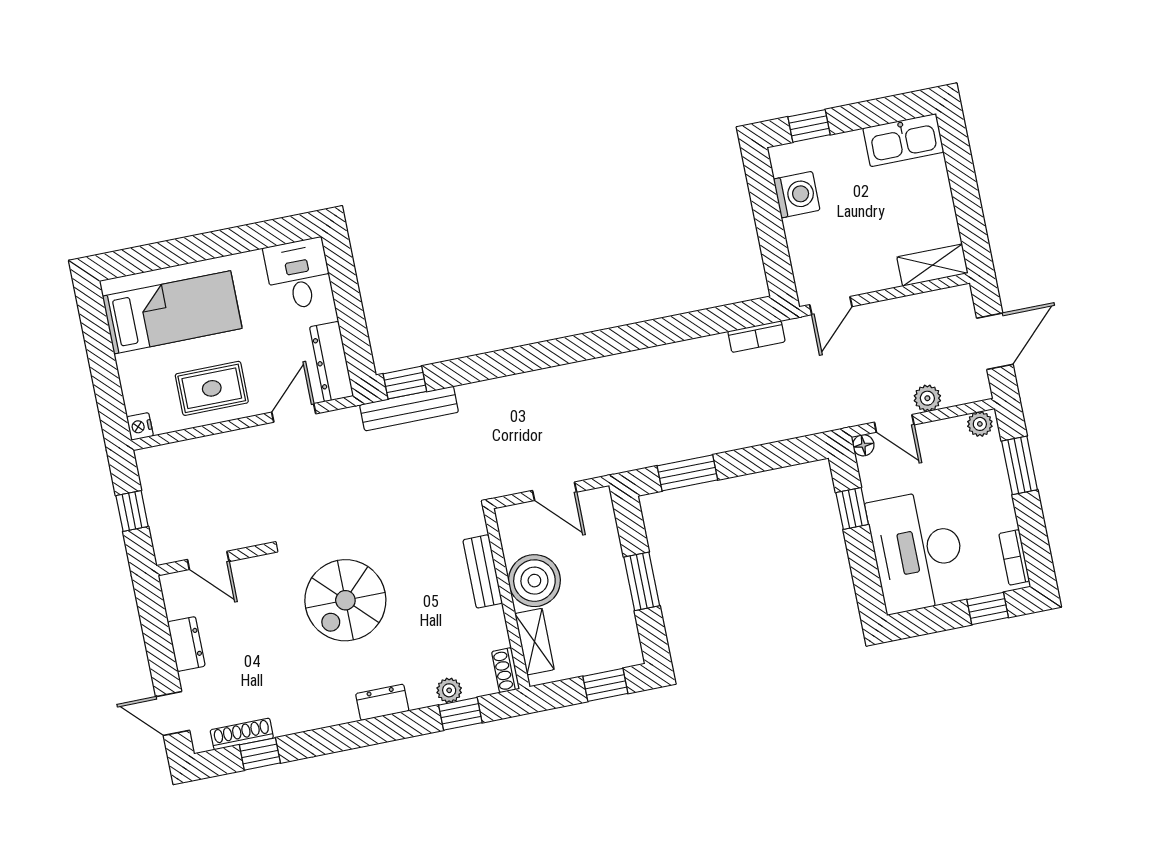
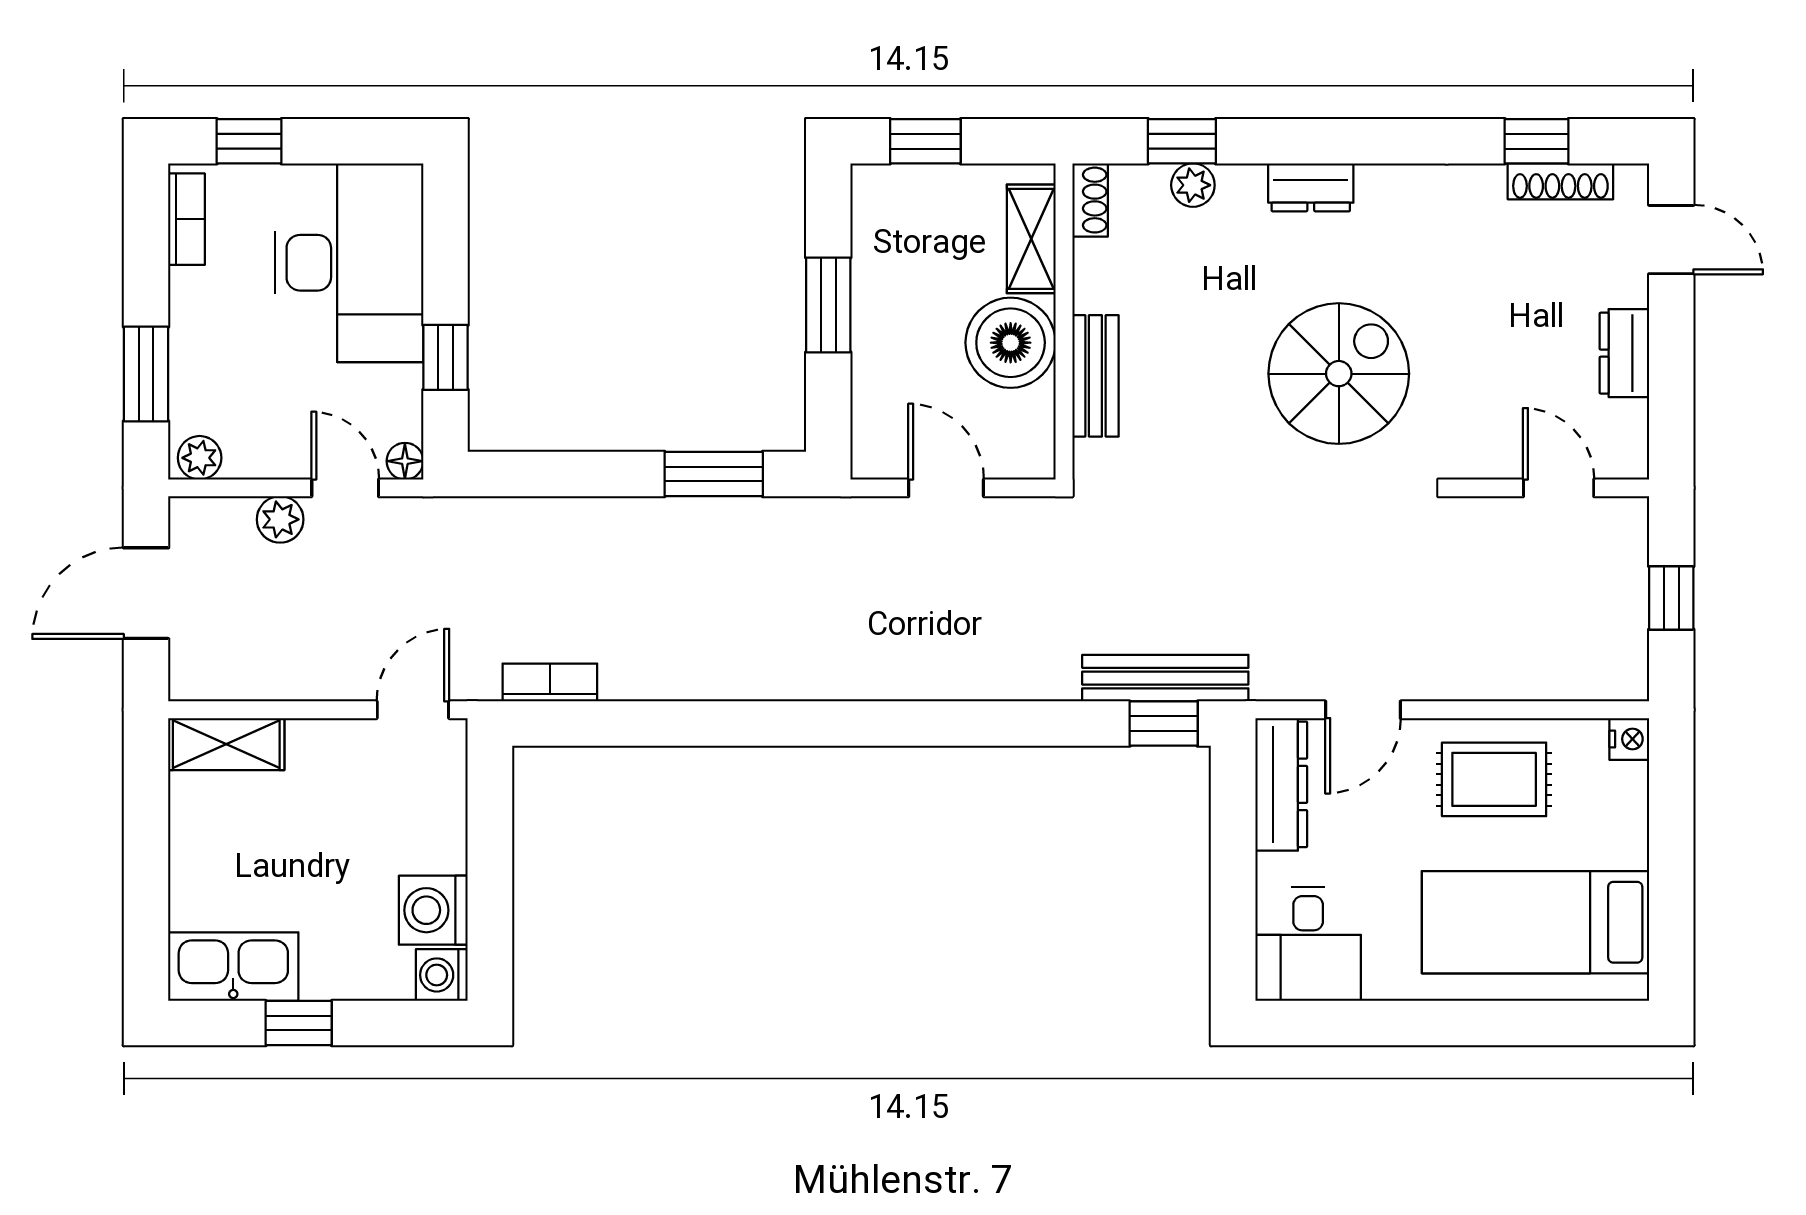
window: (809, 126) -> (299, 1023), moved
washing machine: (784, 159) -> (442, 975), added

